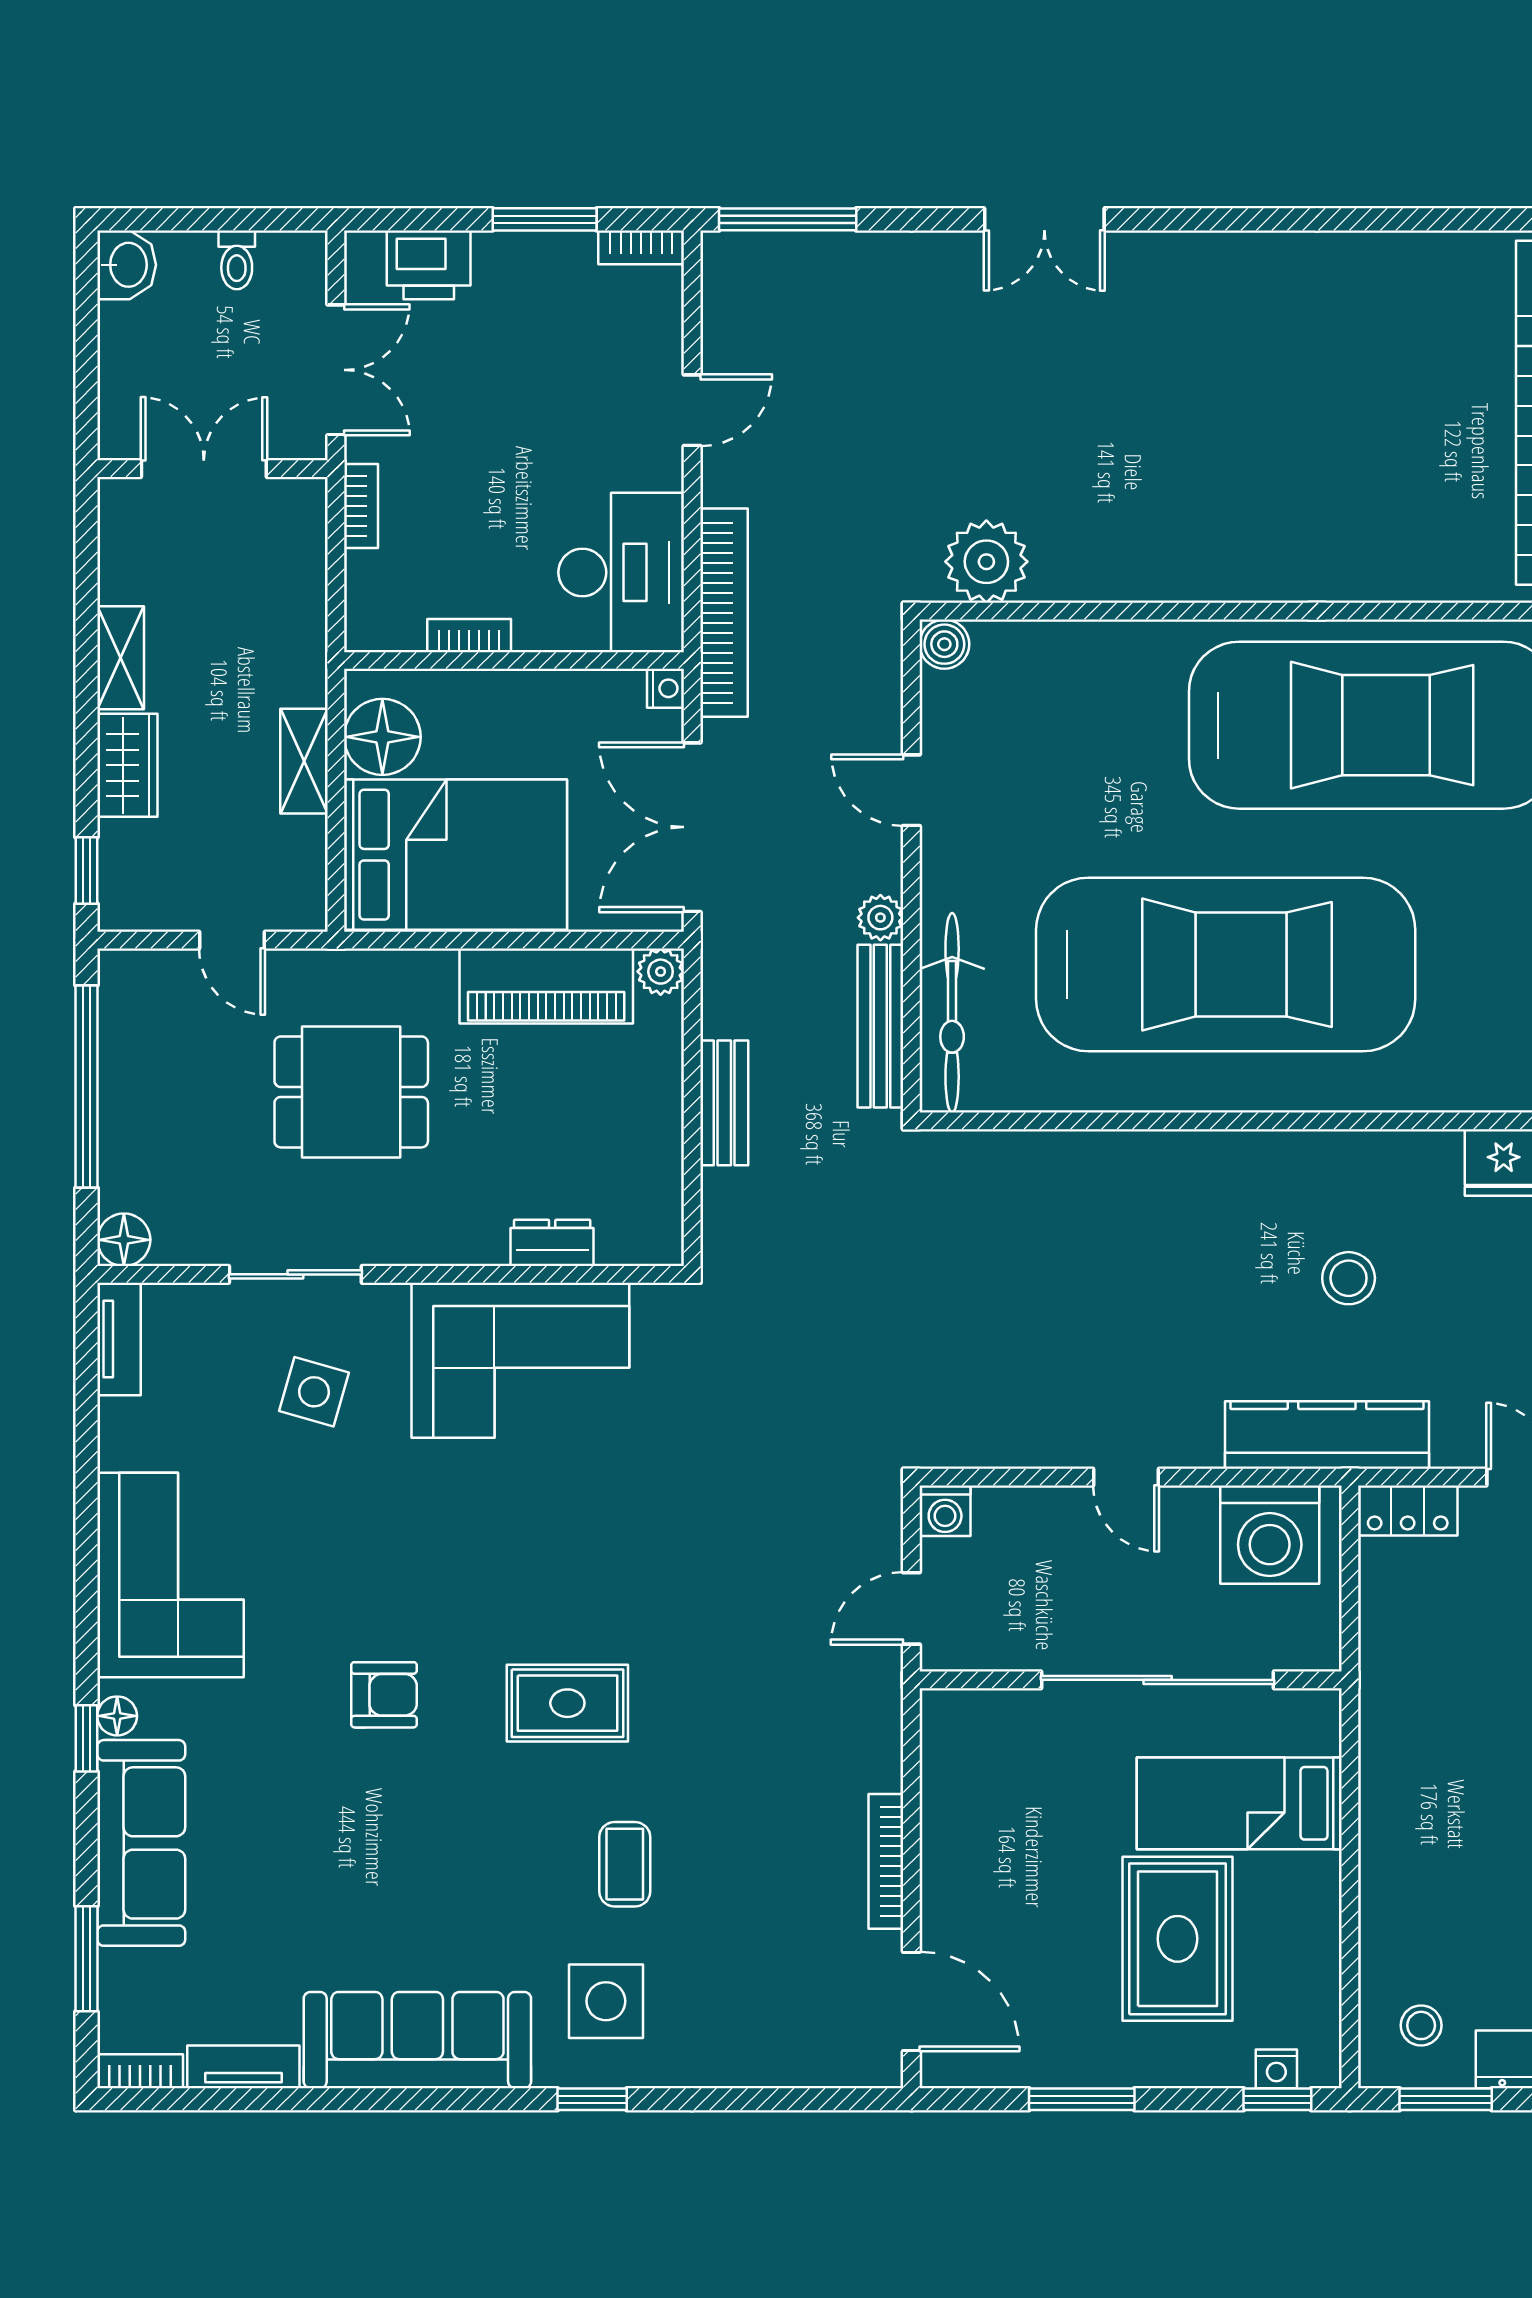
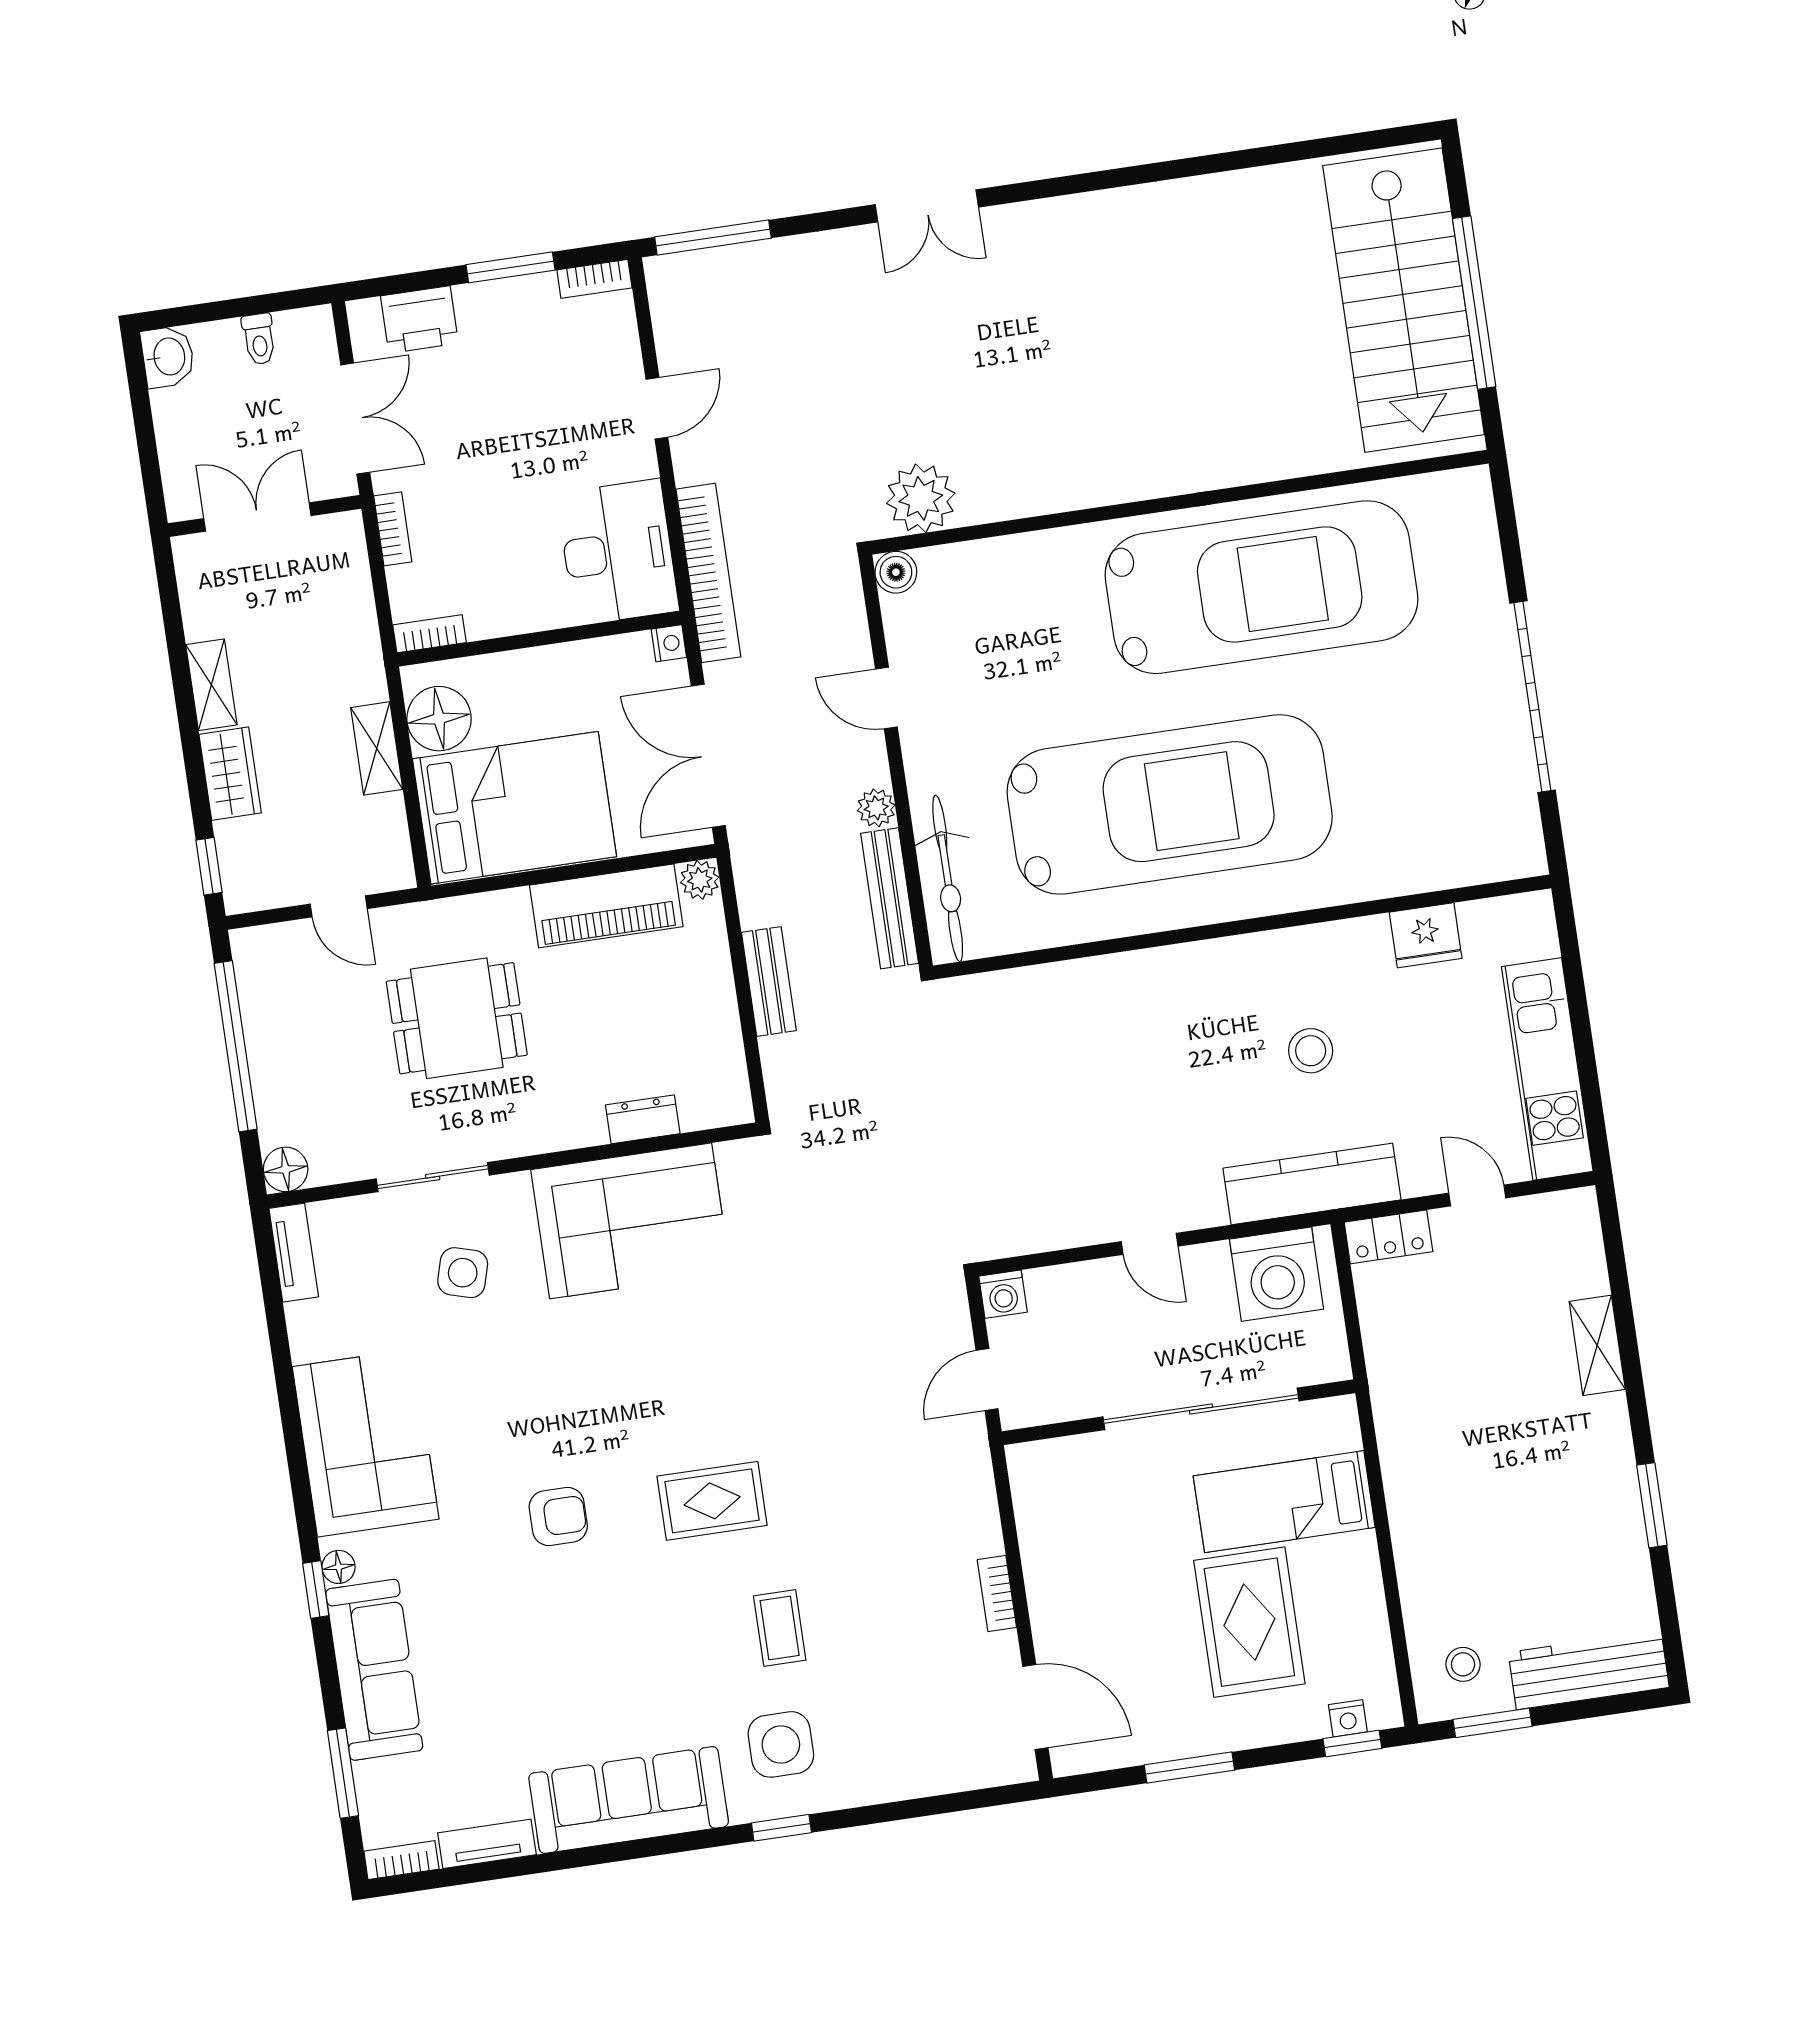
bookcase: (469, 636) -> (430, 634), moved
bookcase: (886, 1861) -> (997, 1594), width x0.64

